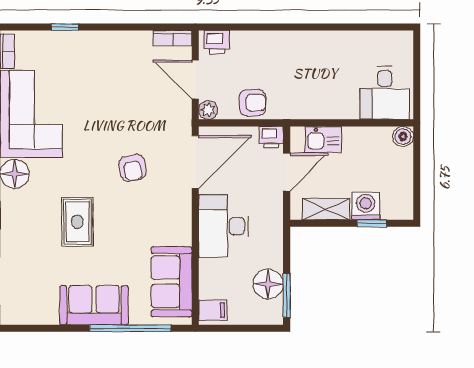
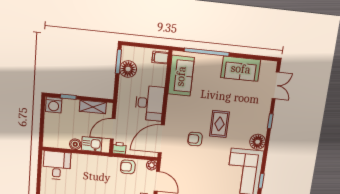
boiler: (403, 137) -> (75, 144), moved
armchair: (132, 168) -> (195, 139), turned -79
washing machine: (366, 206) -> (54, 105), moved
rug: (77, 222) -> (219, 124), moved
sofa: (94, 305) -> (241, 69), moved

